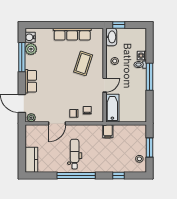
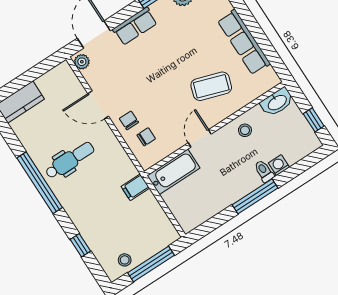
window: (119, 25) -> (314, 120), moved
door: (105, 85) -> (200, 138), swing flipped
window: (149, 148) -> (151, 264), width x1.44

